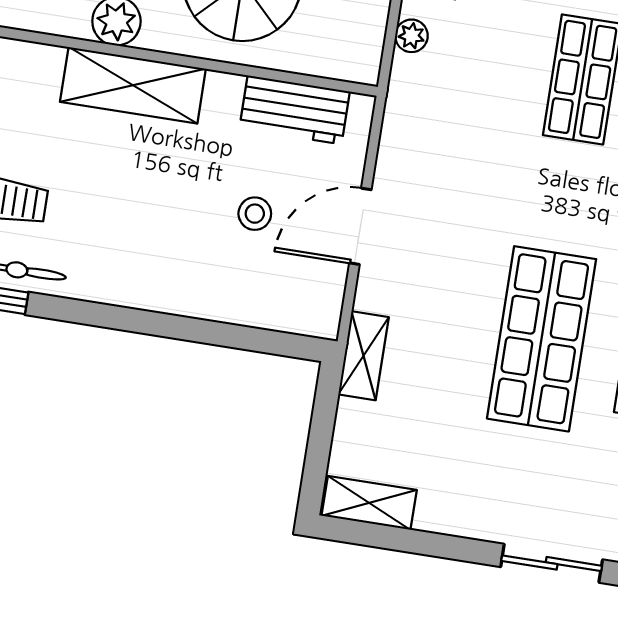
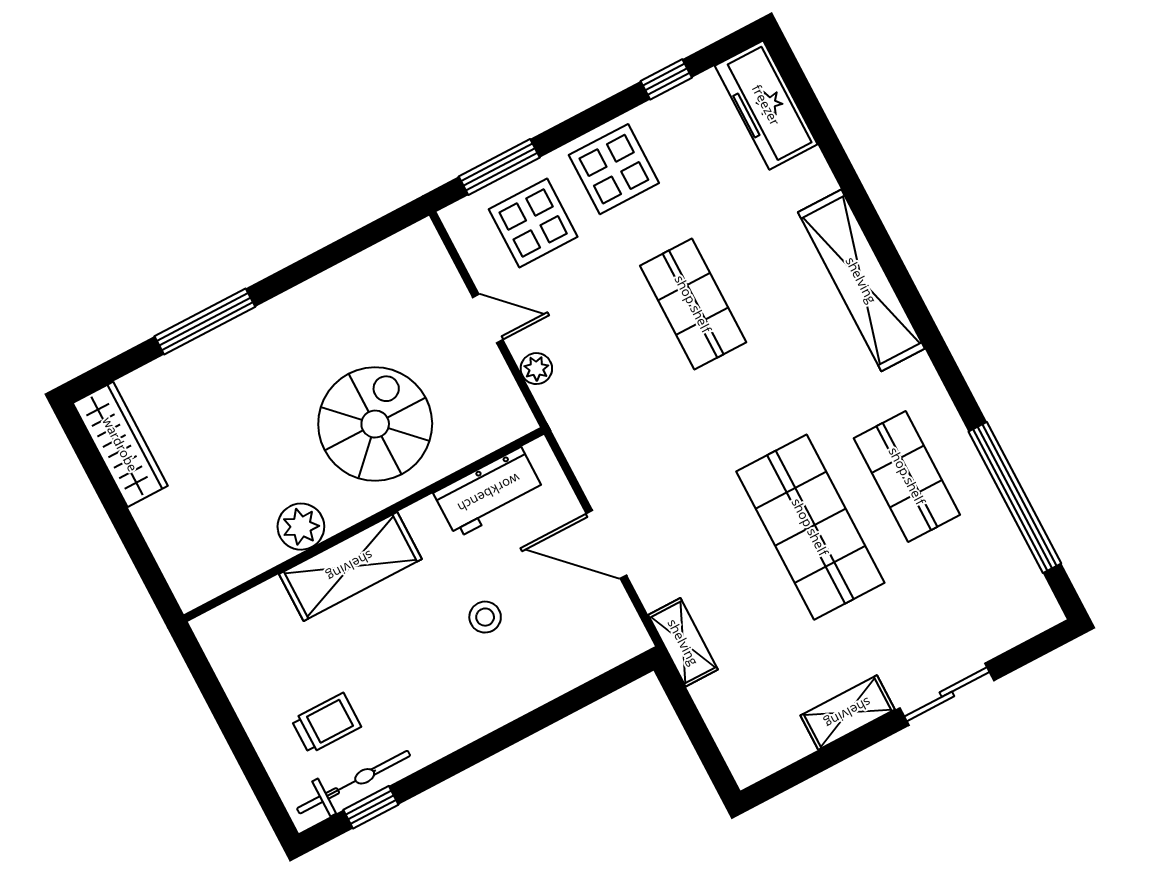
stool: (255, 214) -> (485, 617), moved
door: (360, 226) -> (606, 544), hinge flipped
shelving: (369, 503) -> (848, 713), moved

